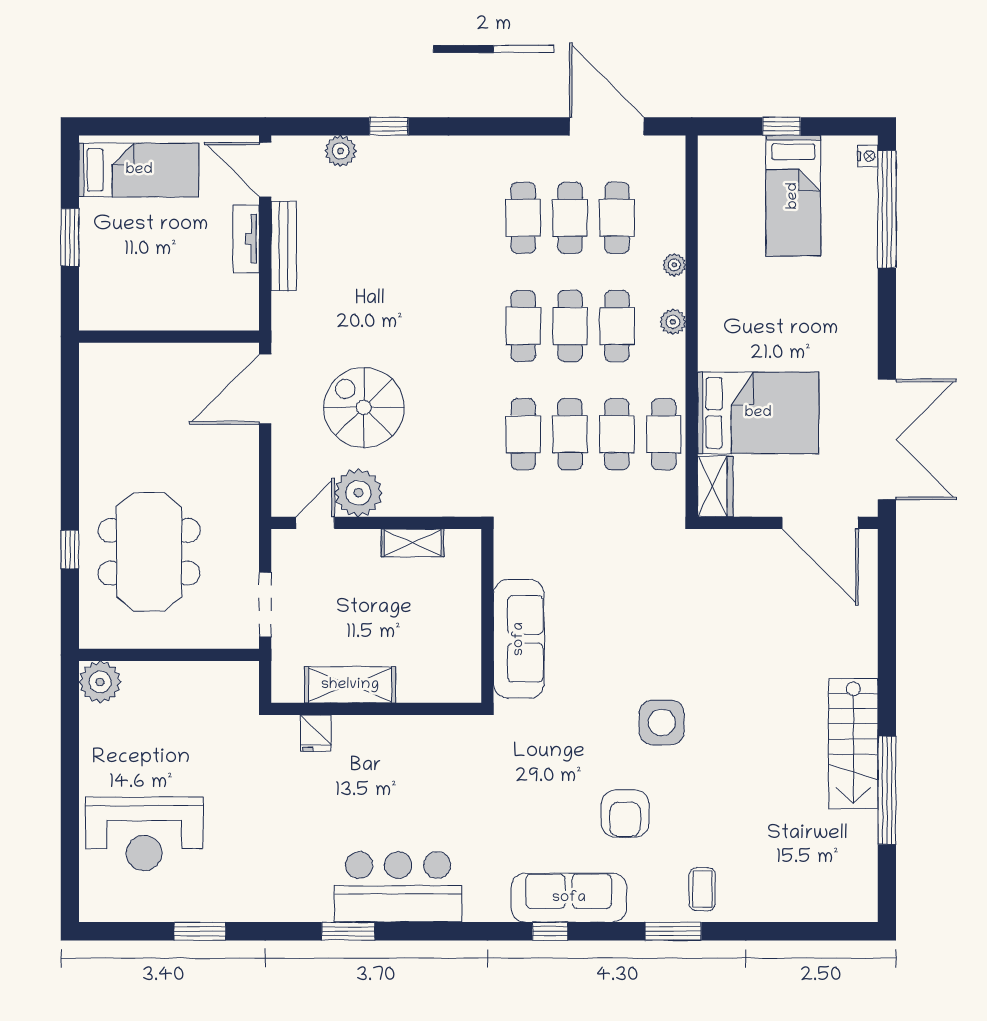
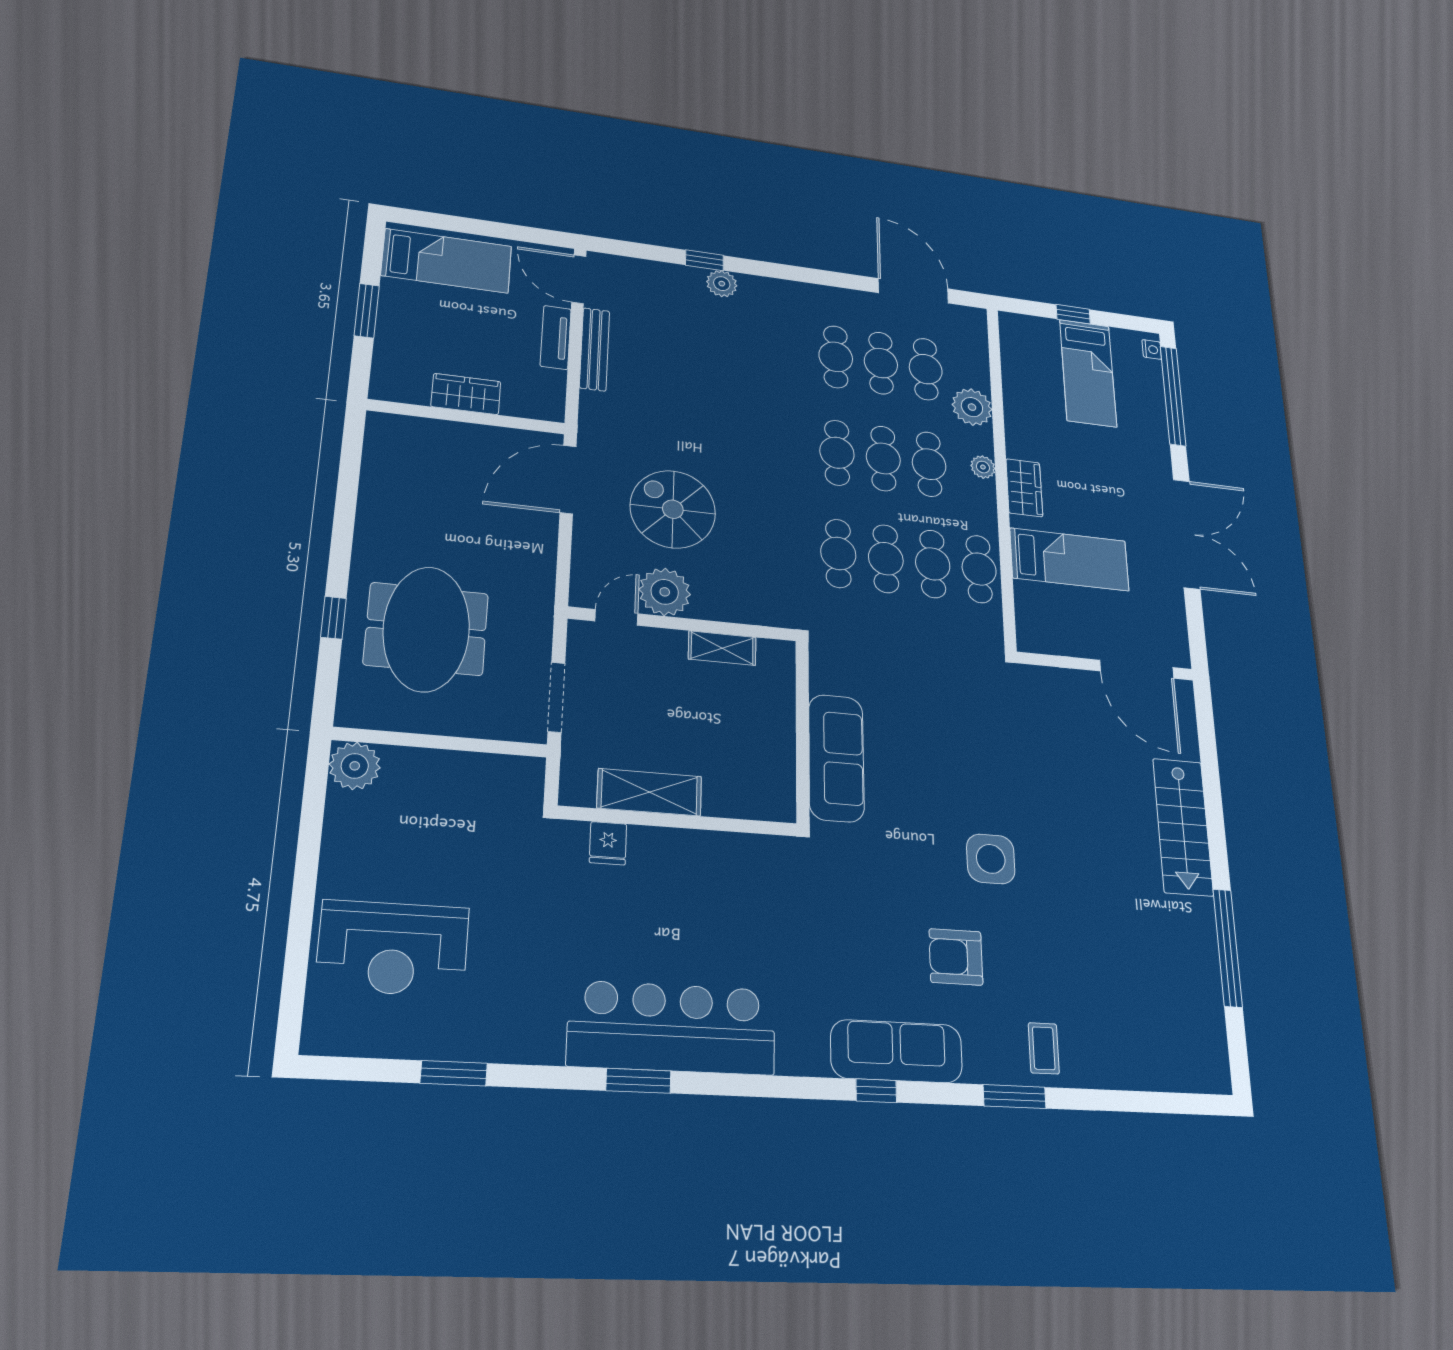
plant: (341, 151) -> (722, 284), moved
plant: (674, 265) -> (972, 407), width x1.88, depth x1.88
wardrobe: (167, 313) -> (466, 394), added
bed: (758, 413) -> (1069, 559), width x0.67
double door: (887, 439) -> (1187, 534), moved
wardrobe: (715, 486) -> (1024, 488), moved
stairs: (853, 744) -> (1183, 827), moved
armchair: (625, 814) -> (956, 957), turned 90
bar counter: (398, 887) -> (672, 1028), width x1.36

